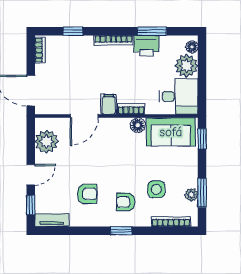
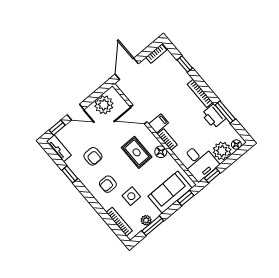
window: (202, 95) -> (212, 176), added
sofa: (171, 132) -> (170, 192), moved, turned 90
rug: (119, 149) -> (137, 152), added
armchair: (126, 202) -> (108, 184), turned -90
window: (121, 231) -> (70, 174), moved

